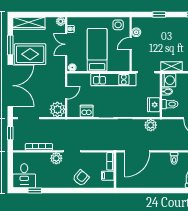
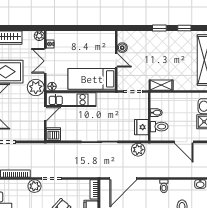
window: (159, 14) -> (159, 28), moved
side table: (118, 25) -> (102, 39), removed
door: (131, 44) -> (116, 60), swing flipped
bed: (97, 50) -> (92, 79), moved, turned -90
kitchen unit: (113, 80) -> (71, 100), moved
washing machine: (169, 80) -> (158, 100), removed
plant: (57, 109) -> (36, 87), moved
dishwasher: (87, 111) -> (53, 134), moved

